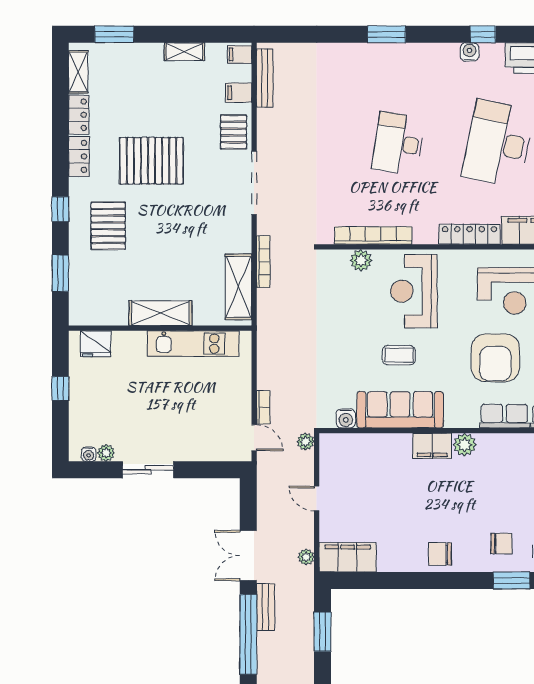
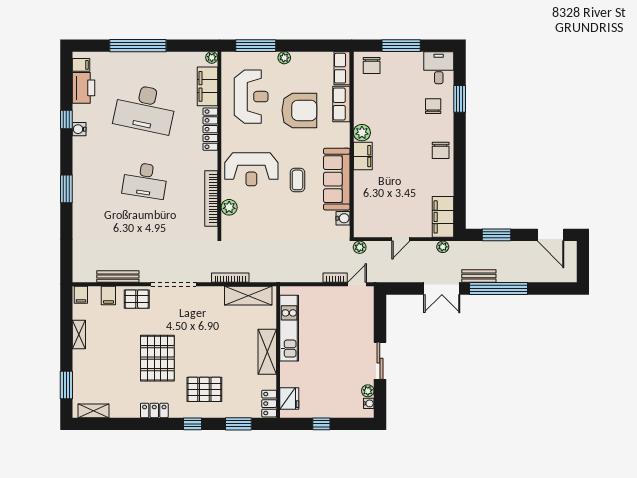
bench: (265, 78) -> (118, 277), moved
locker: (79, 115) -> (269, 404), moved, turned -90

